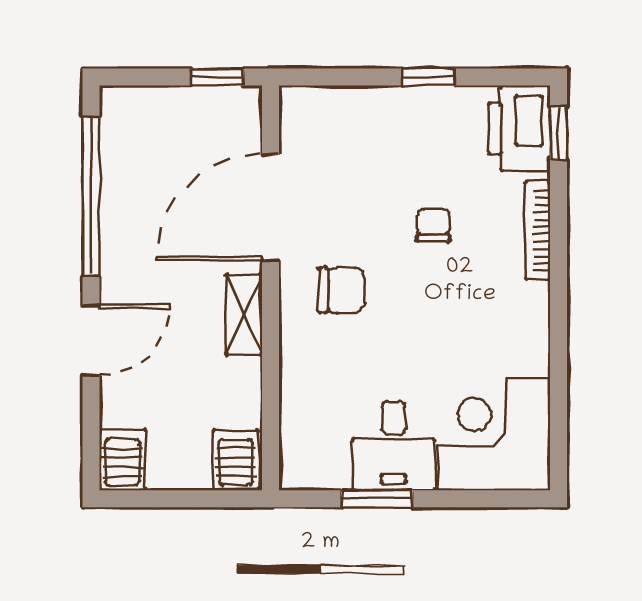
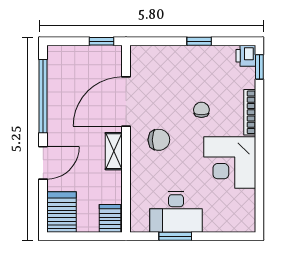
printer: (519, 128) -> (246, 56), width x0.53, depth x0.68
corner desk: (494, 435) -> (230, 162), moved, turned -90
desk: (394, 446) -> (176, 212), width x1.37
server rack: (122, 460) -> (61, 212), width x1.36, depth x1.44

